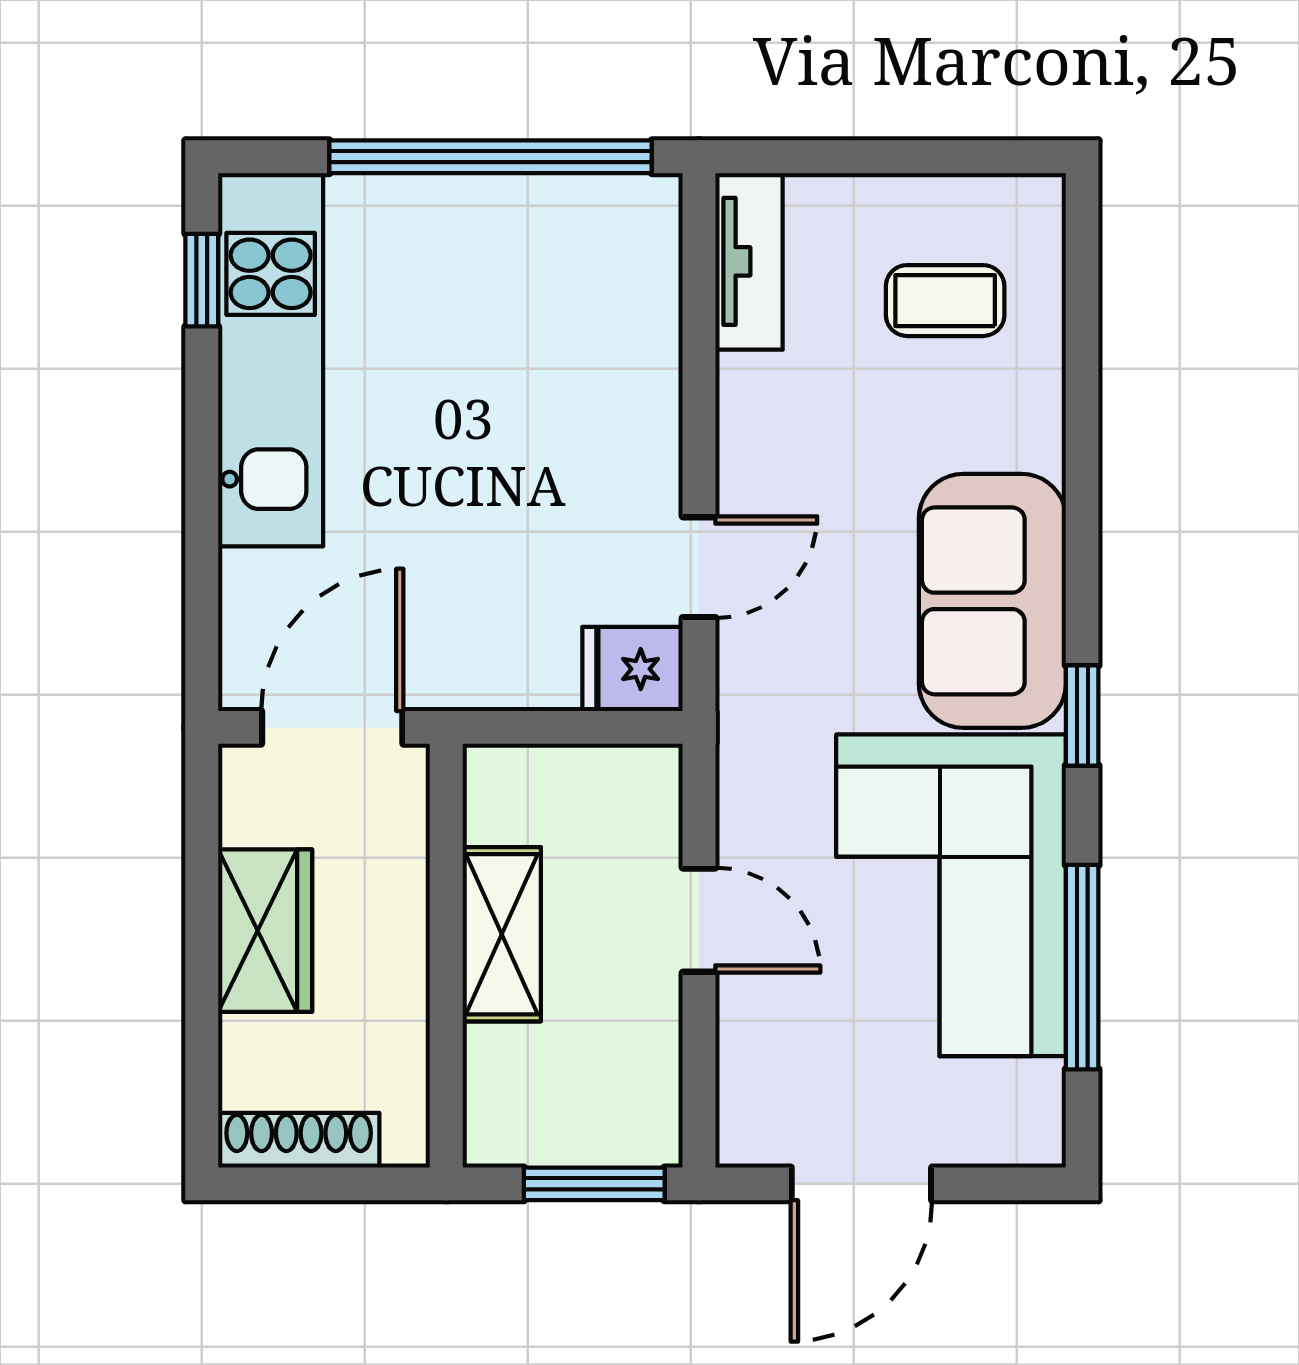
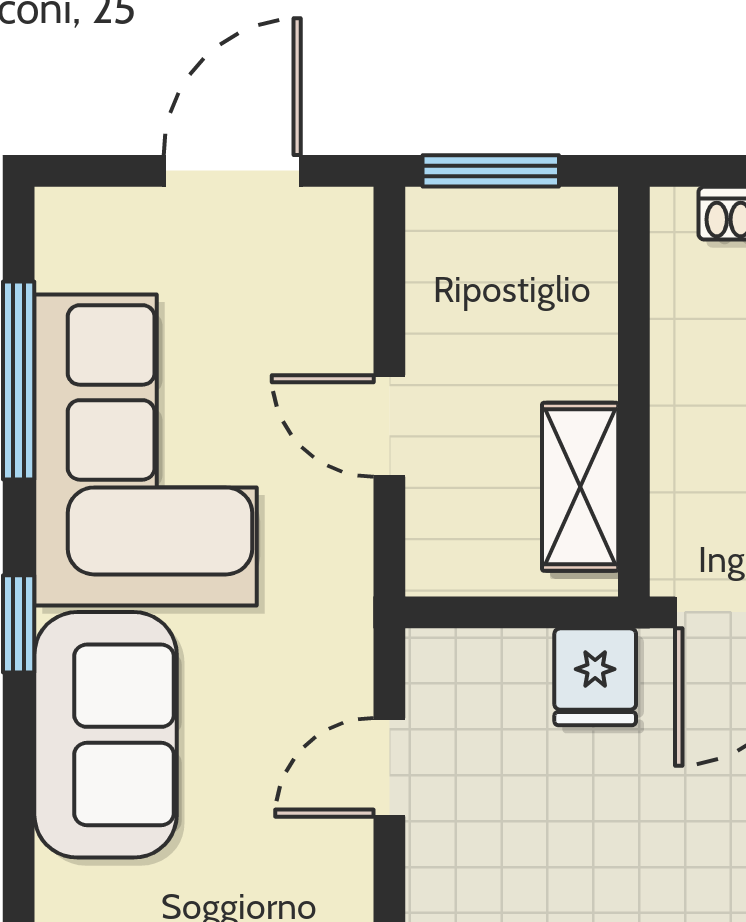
fridge: (632, 669) -> (595, 677), moved, turned 90
shelving: (502, 934) -> (580, 487), moved

